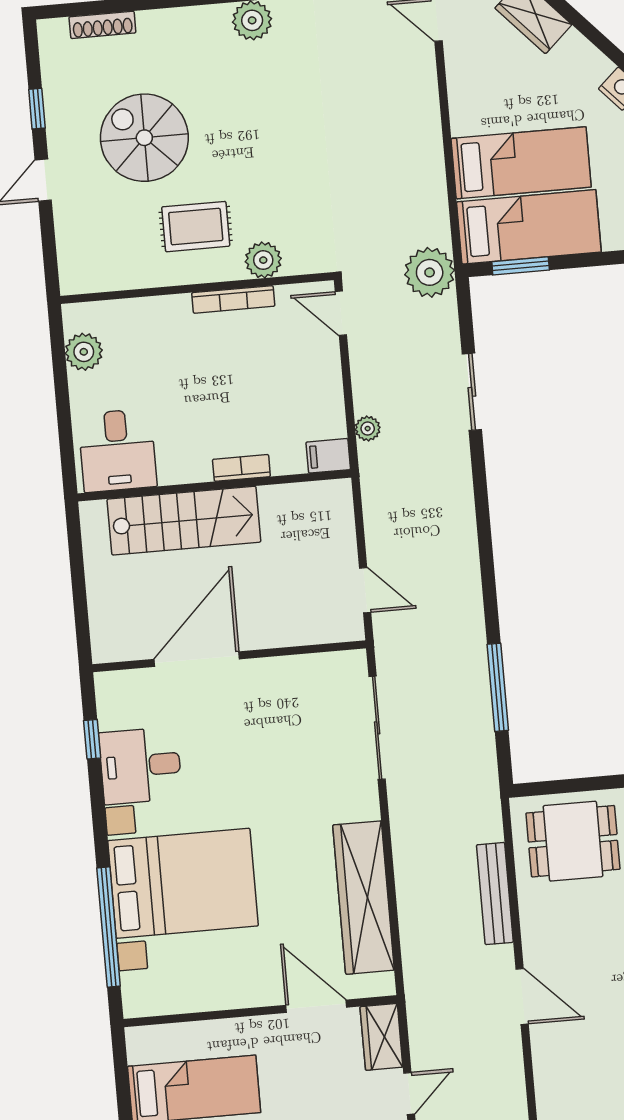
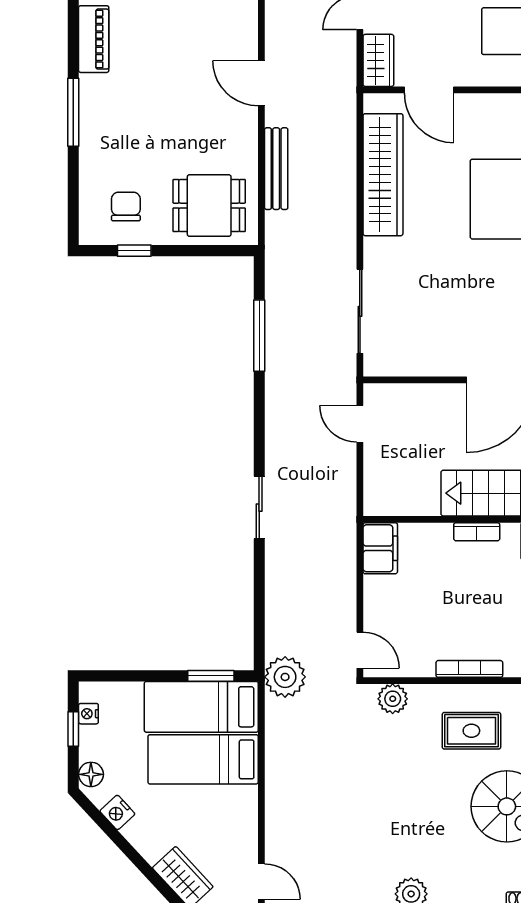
plant: (263, 260) -> (393, 699), moved
bookcase: (233, 299) -> (469, 669), moved
sliding door: (472, 392) -> (259, 508), moved
plant: (368, 429) -> (346, 555), removed
filing cabinet: (328, 456) -> (380, 548), width x2.00
bookcase: (241, 468) -> (477, 532), moved

